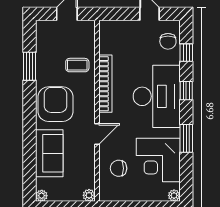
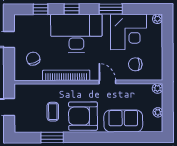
chair: (168, 41) -> (33, 59), moved, turned -109
coffee table: (77, 65) -> (53, 112), moved
chair: (119, 168) -> (135, 64), turned 90
plant: (42, 196) -> (158, 112), moved

